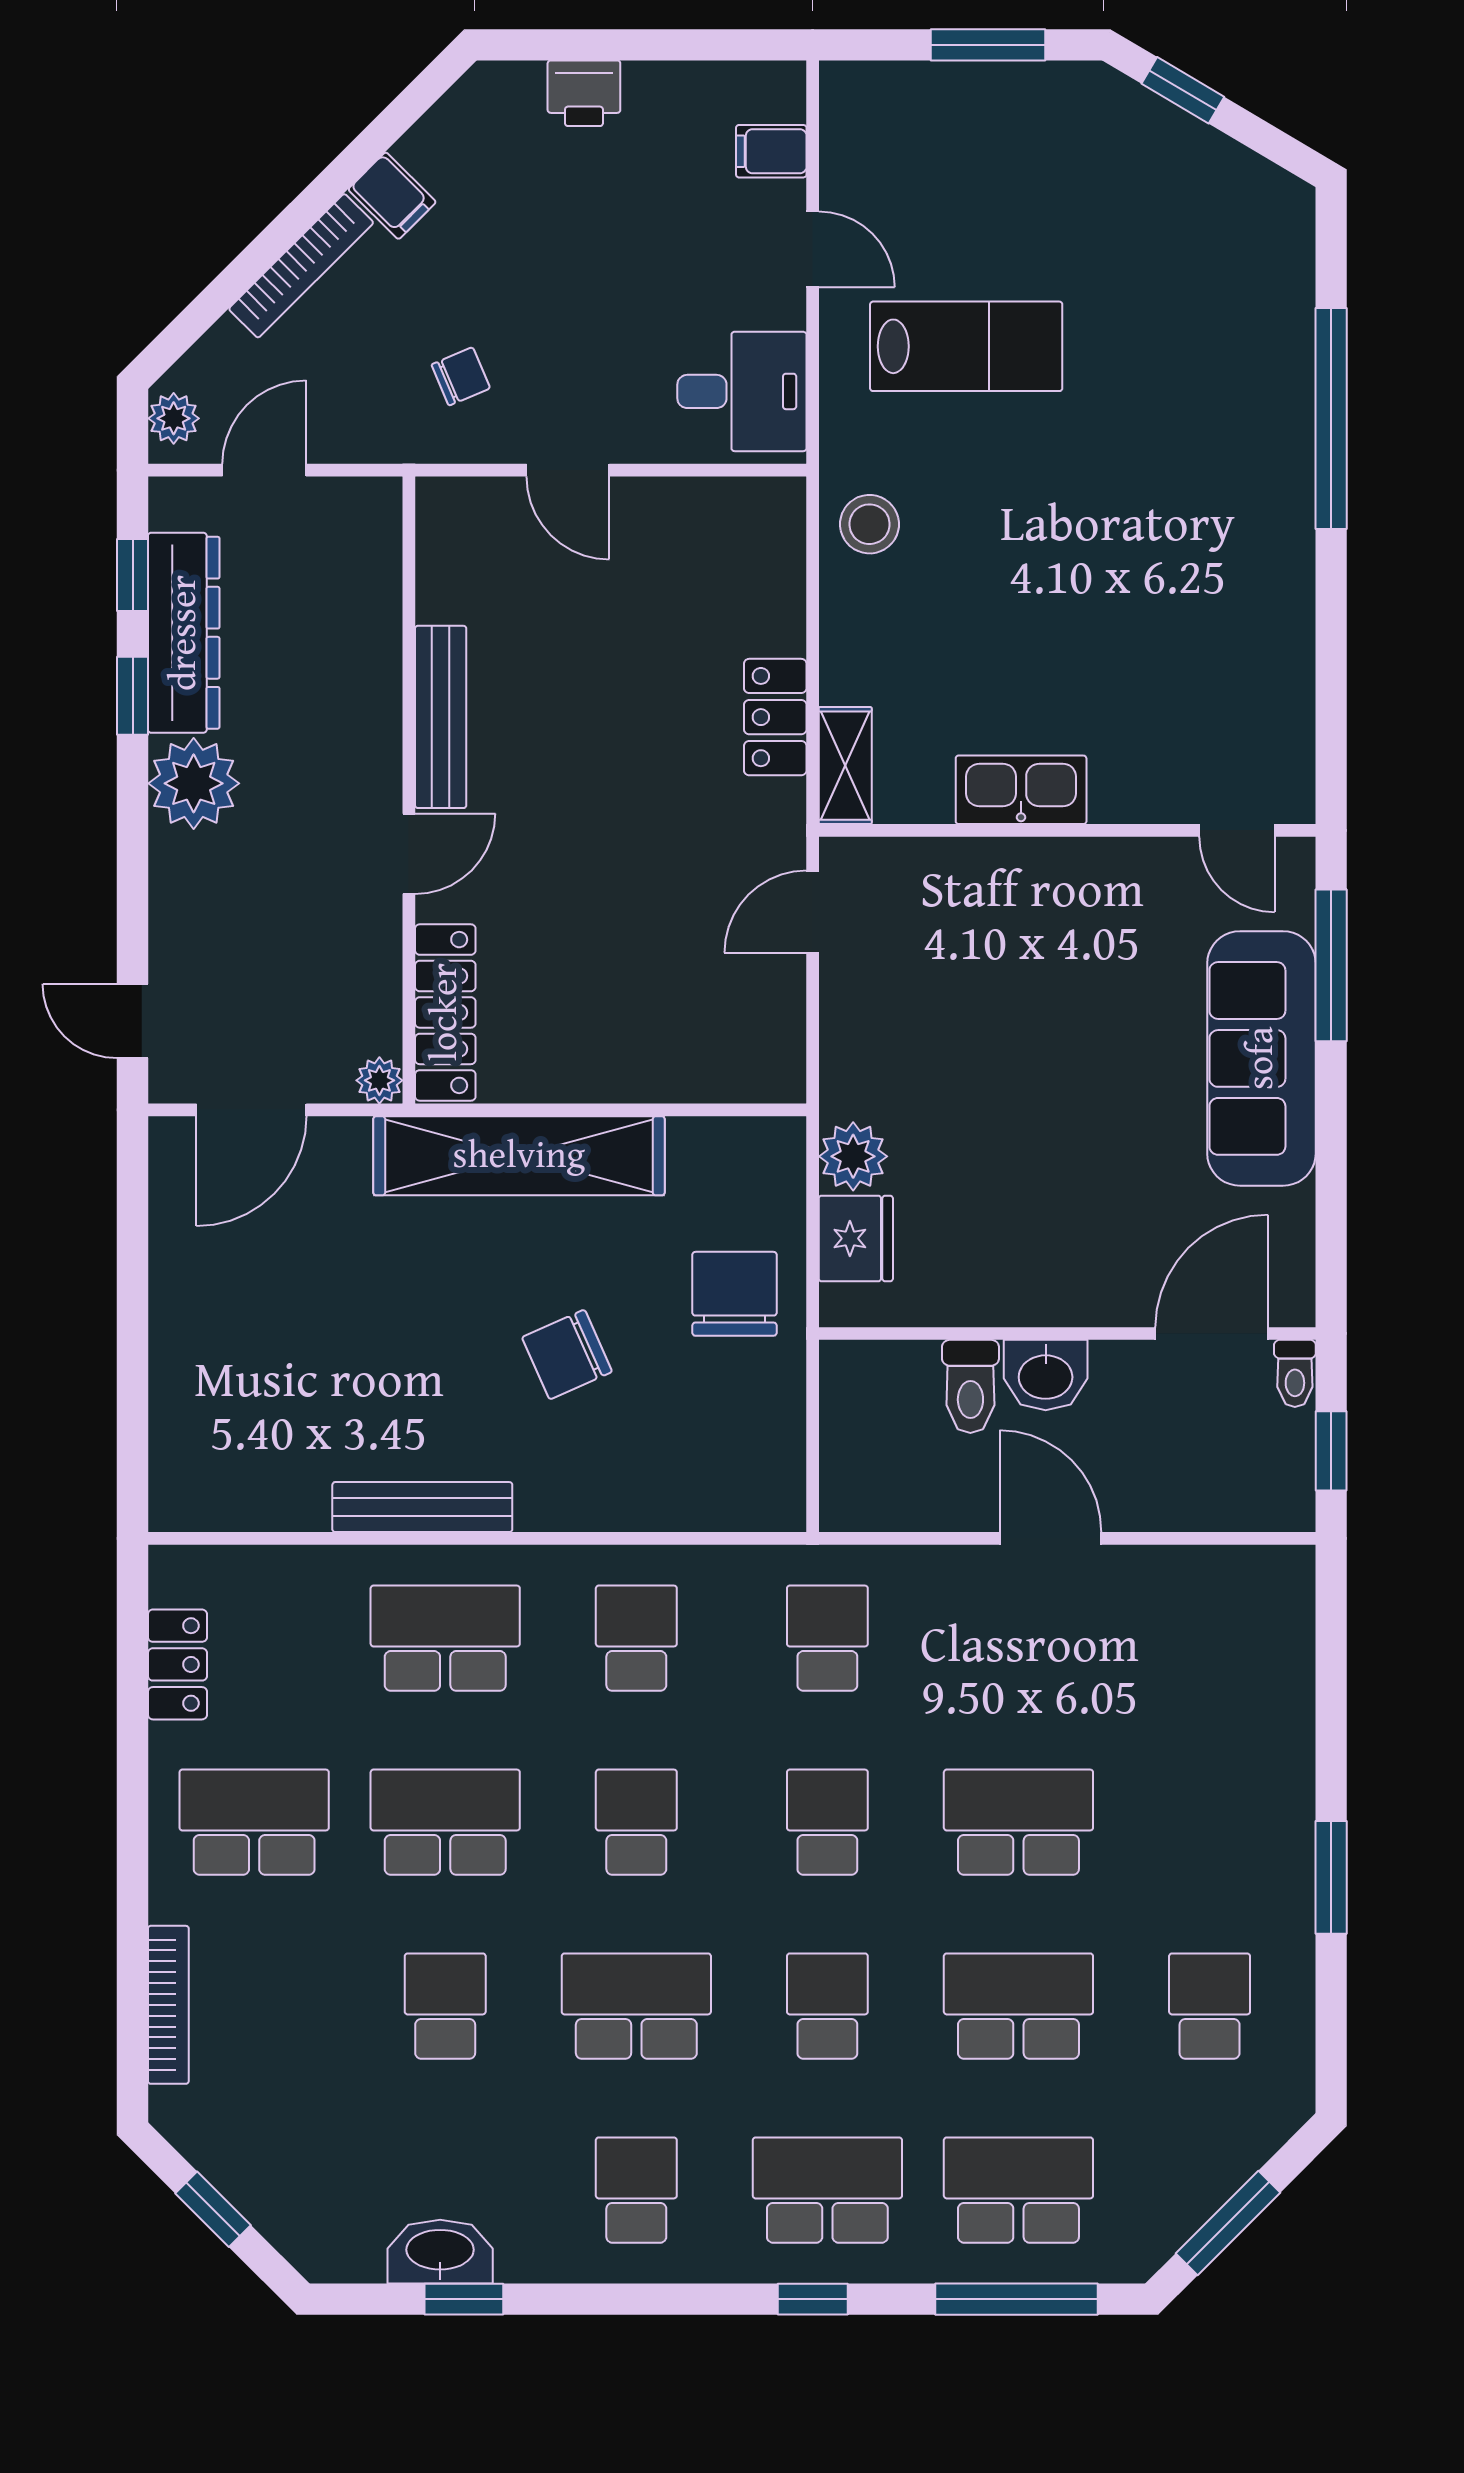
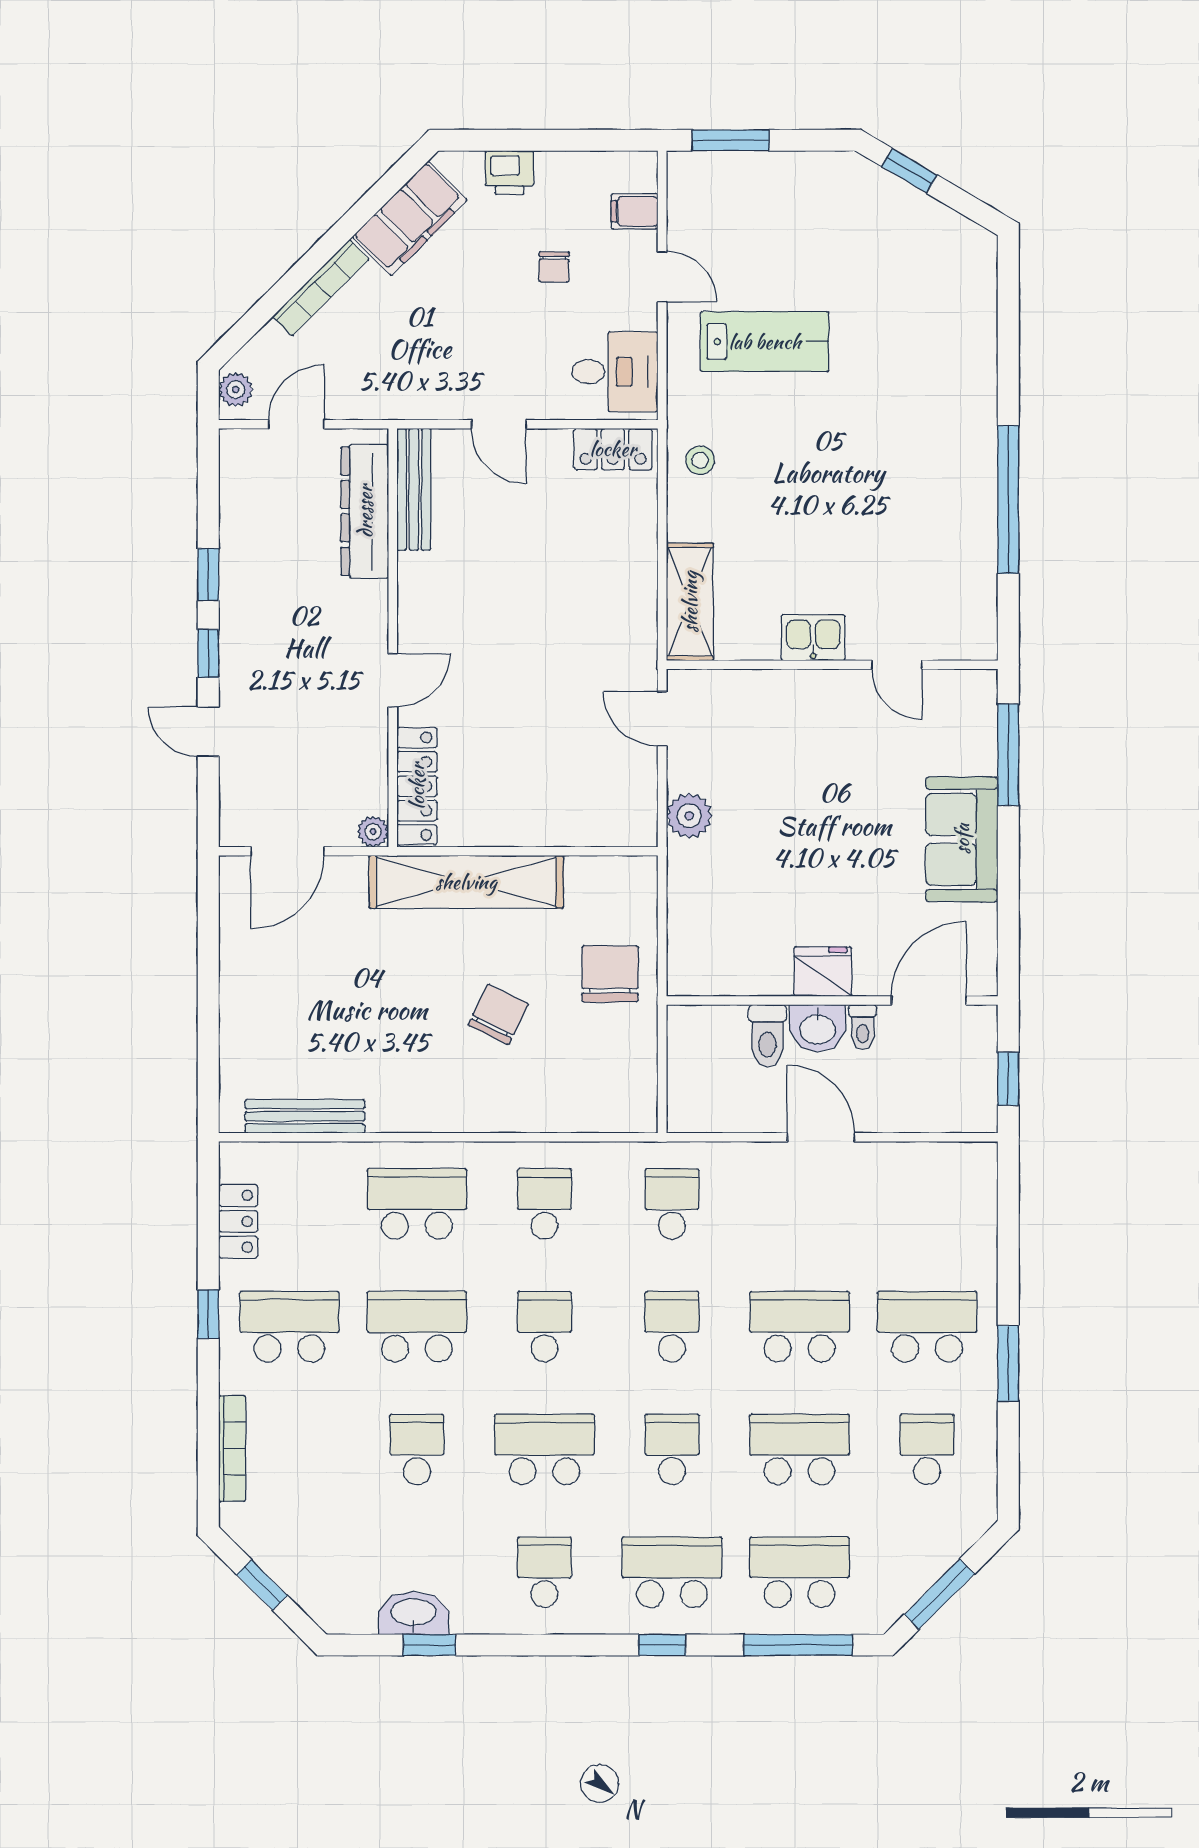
window: (988, 45) -> (731, 140), moved
filing cabinet: (392, 196) -> (410, 218), width x3.00, depth x1.17
chair: (461, 376) -> (554, 267), moved, turned 114
window: (1331, 419) -> (1008, 500), moved
stool: (869, 524) -> (700, 460), width x0.73, depth x0.73
window: (133, 575) -> (208, 653), moved
dresser: (184, 633) -> (365, 511), moved, turned 180
bench: (441, 717) -> (414, 489), moved
locker: (775, 717) -> (613, 449), moved, turned -90
shelving: (845, 766) -> (690, 602), width x1.50, depth x1.33
plant: (194, 783) -> (249, 633), removed
kitchen sink: (1021, 790) -> (813, 638), width x0.73
door: (1237, 830) -> (897, 665), moved
door: (813, 912) -> (662, 719), hinge flipped
door: (133, 1021) -> (208, 732), moved
sofa: (1261, 1058) -> (962, 839), width x0.73
plant: (853, 1156) -> (689, 816), moved
fridge: (856, 1238) -> (823, 972), moved, turned -90
chair: (567, 1355) -> (498, 1014), turned 140
toilet: (1295, 1373) -> (863, 1027), moved
bench: (422, 1507) -> (305, 1116), moved
window: (133, 1803) -> (208, 1314), added
school desk: (1210, 1822) -> (927, 1327), added

